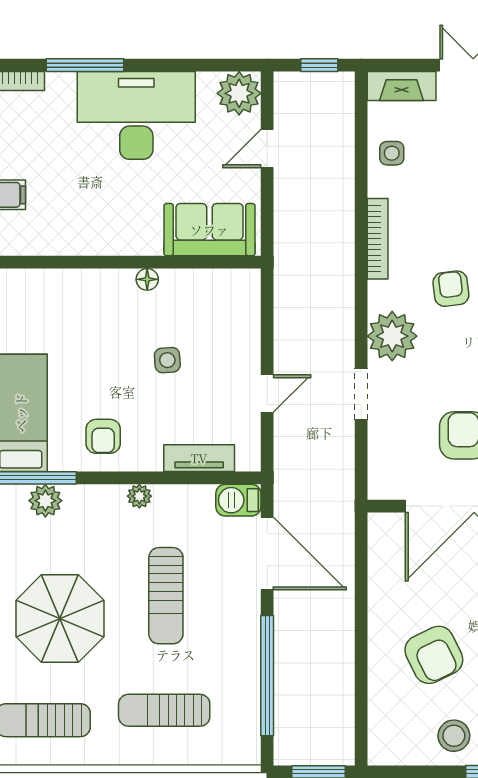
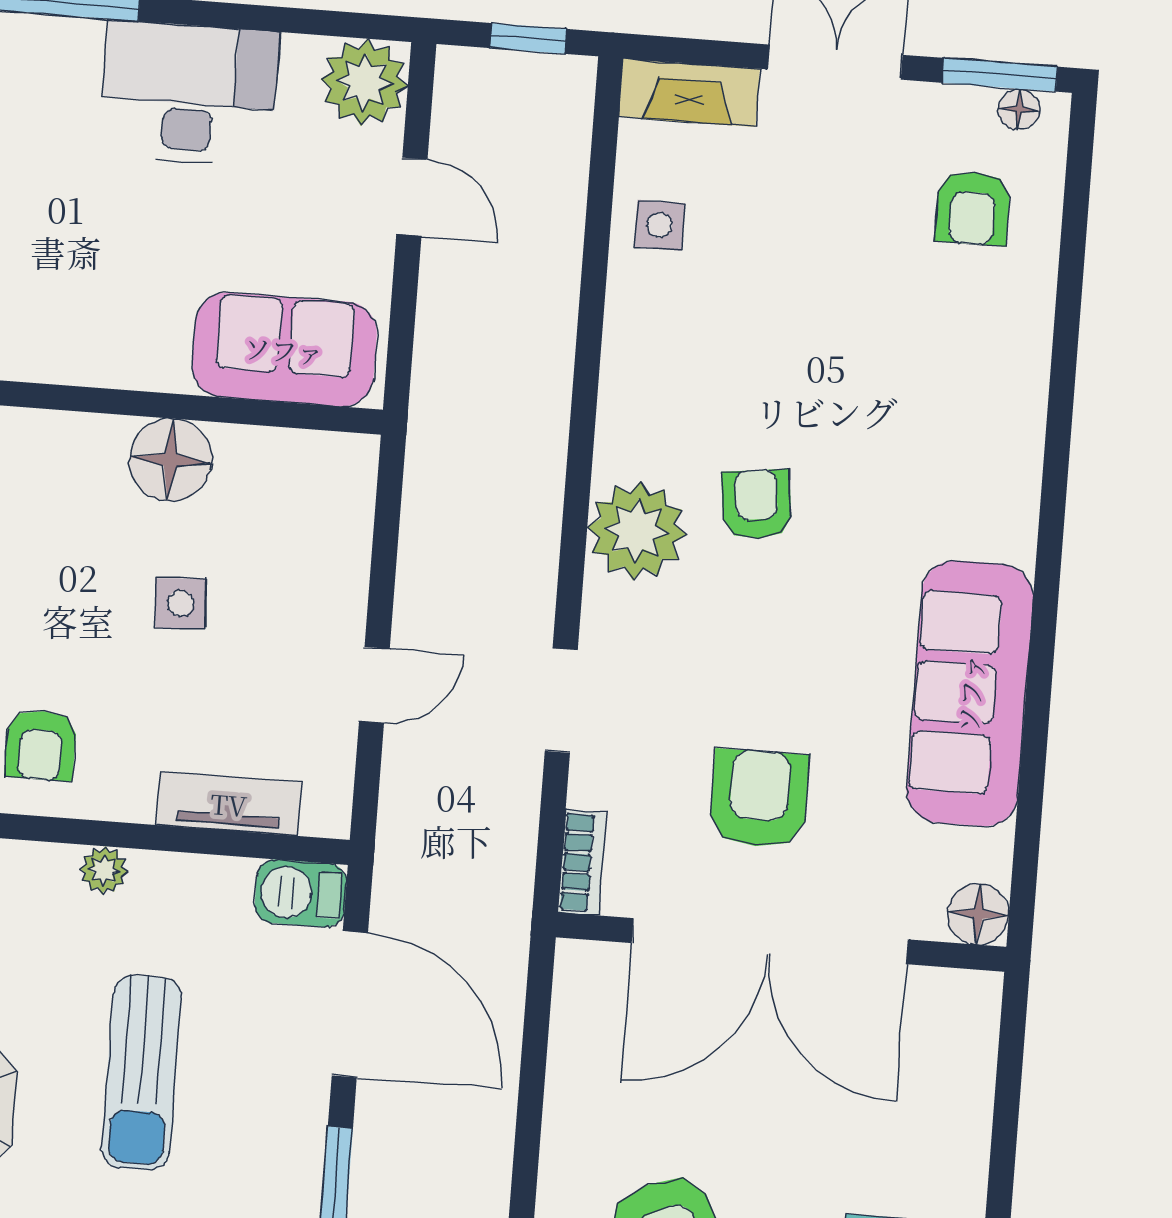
desk: (136, 115) -> (189, 93), width x0.73, depth x0.77
door: (267, 149) -> (412, 197), swing flipped
bookcase: (378, 239) -> (582, 863), moved, width x0.64
floor lamp: (147, 279) -> (171, 460), width x1.89, depth x1.89
plant: (392, 336) -> (637, 531), moved

